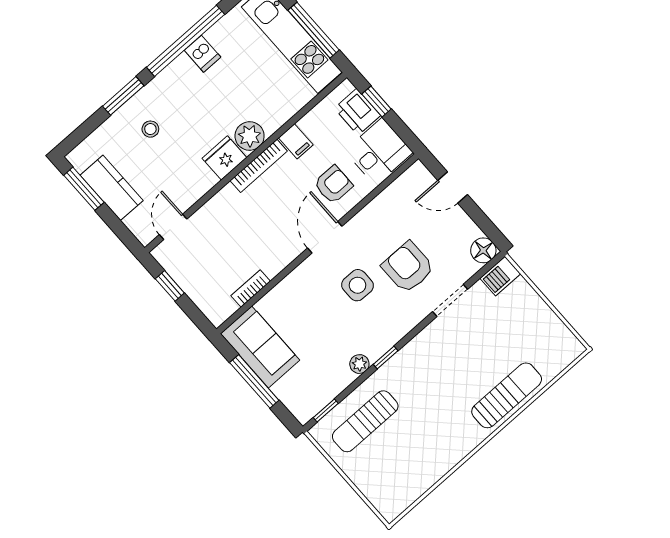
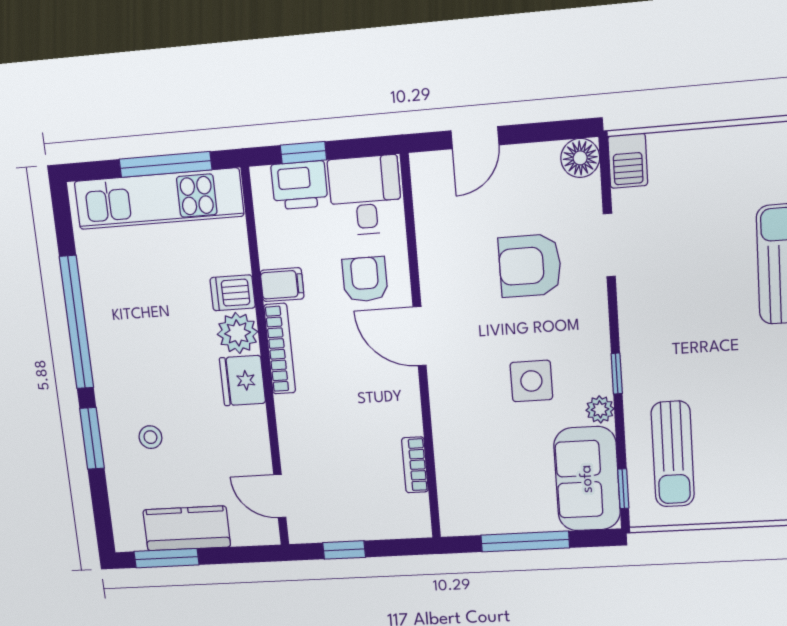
dishwasher: (203, 54) -> (233, 293), moved, turned 180
side table: (358, 285) -> (531, 381), moved
sofa: (260, 347) -> (587, 479), moved, turned -90

